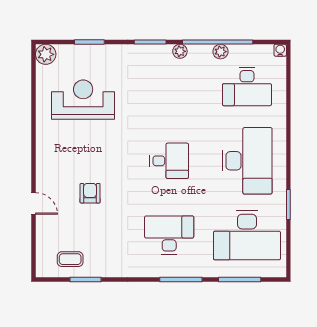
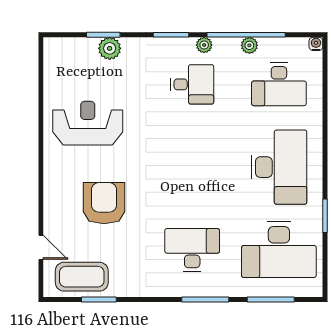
plant: (46, 54) -> (110, 48), moved
reception desk: (83, 100) -> (88, 123), moved
desk: (169, 161) -> (192, 84), moved
armchair: (90, 193) -> (104, 203), width x1.88, depth x1.88
door: (33, 203) -> (41, 247), moved
coffee table: (70, 259) -> (82, 277), width x1.86, depth x1.72

